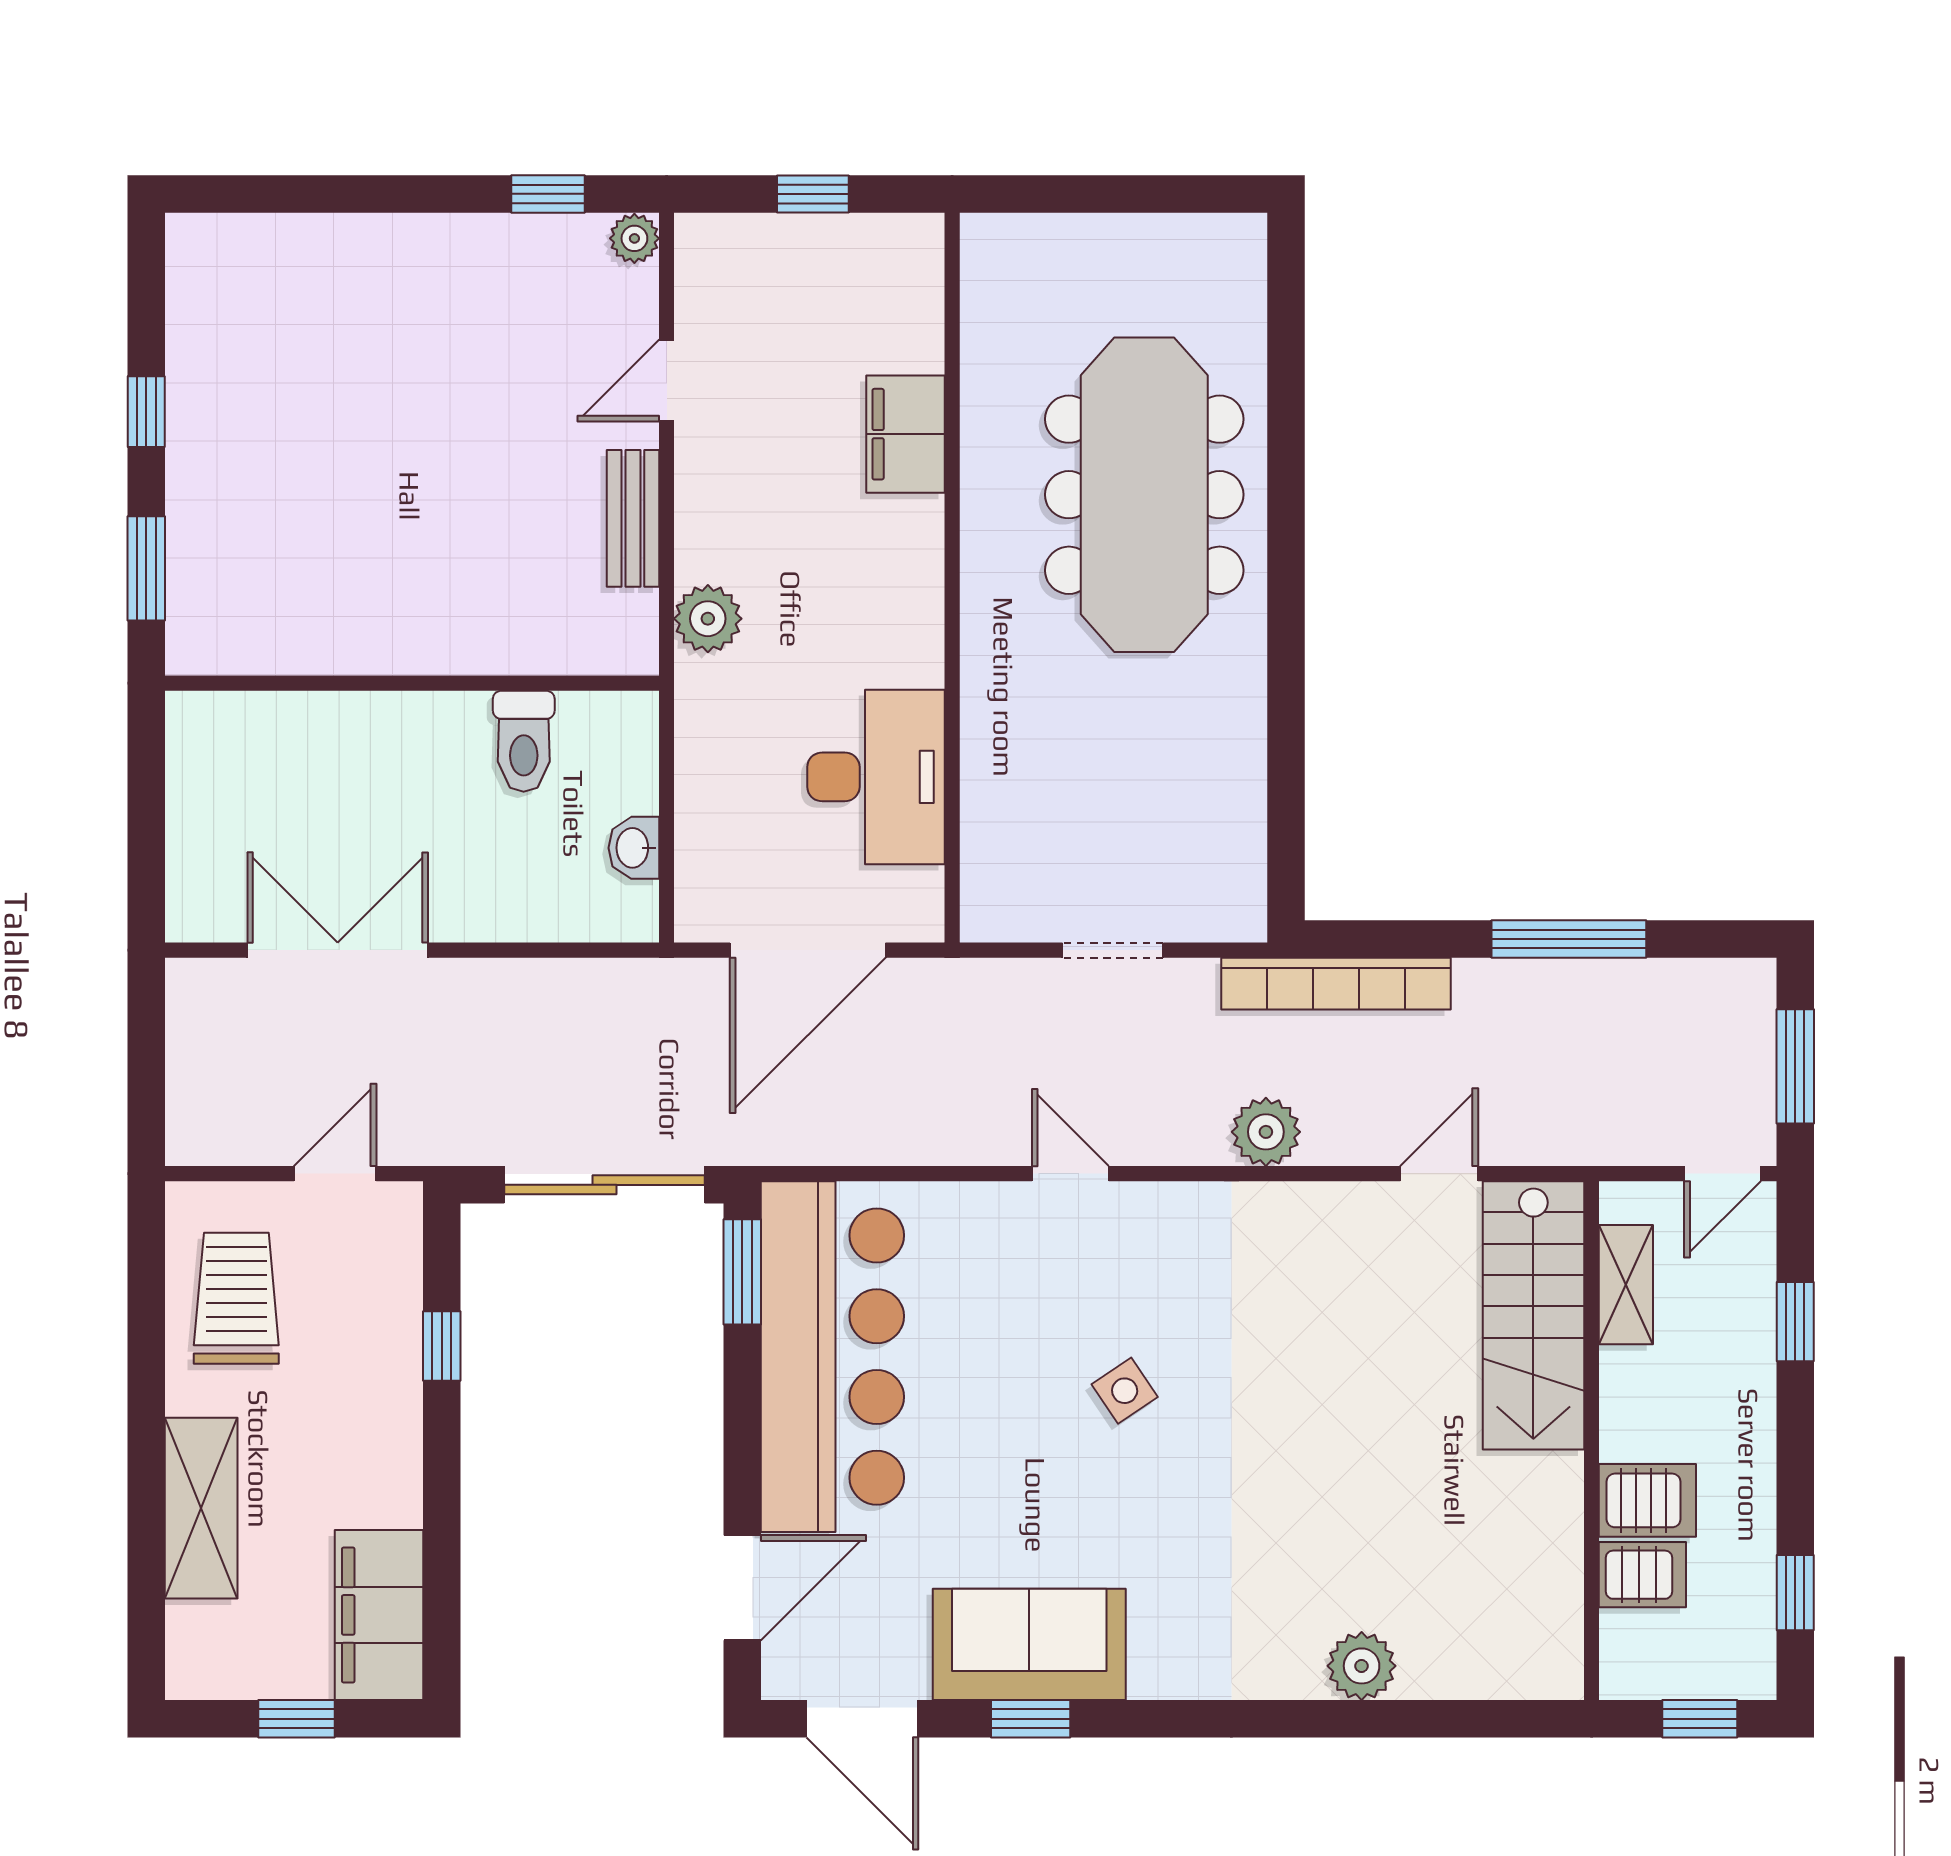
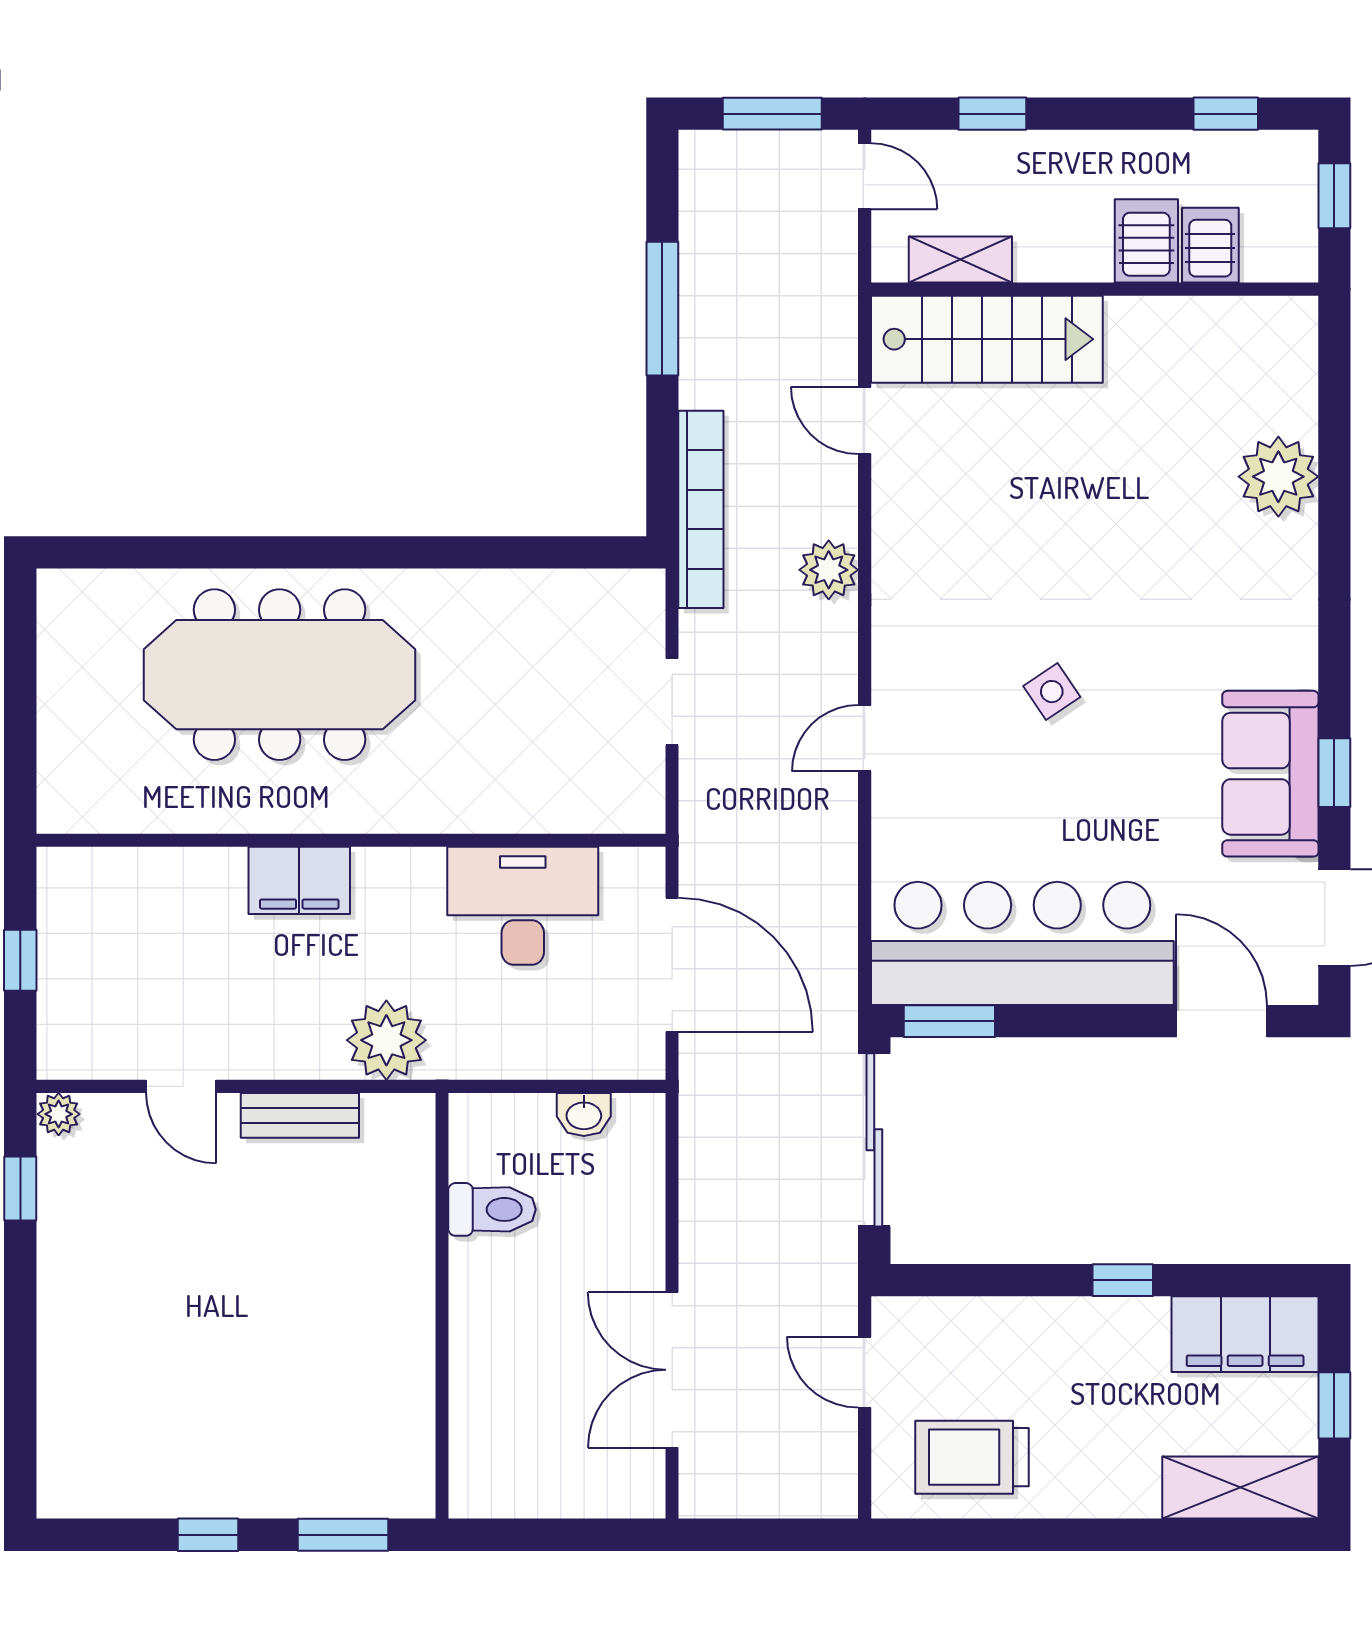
filing cabinet: (905, 434) -> (299, 880), moved
plant: (708, 619) -> (386, 1040), width x1.36, depth x1.36
window: (442, 1346) -> (1123, 1280), moved
shelving: (201, 1508) -> (1240, 1487), moved
plant: (1362, 1666) -> (1278, 477), width x1.36, depth x1.36

